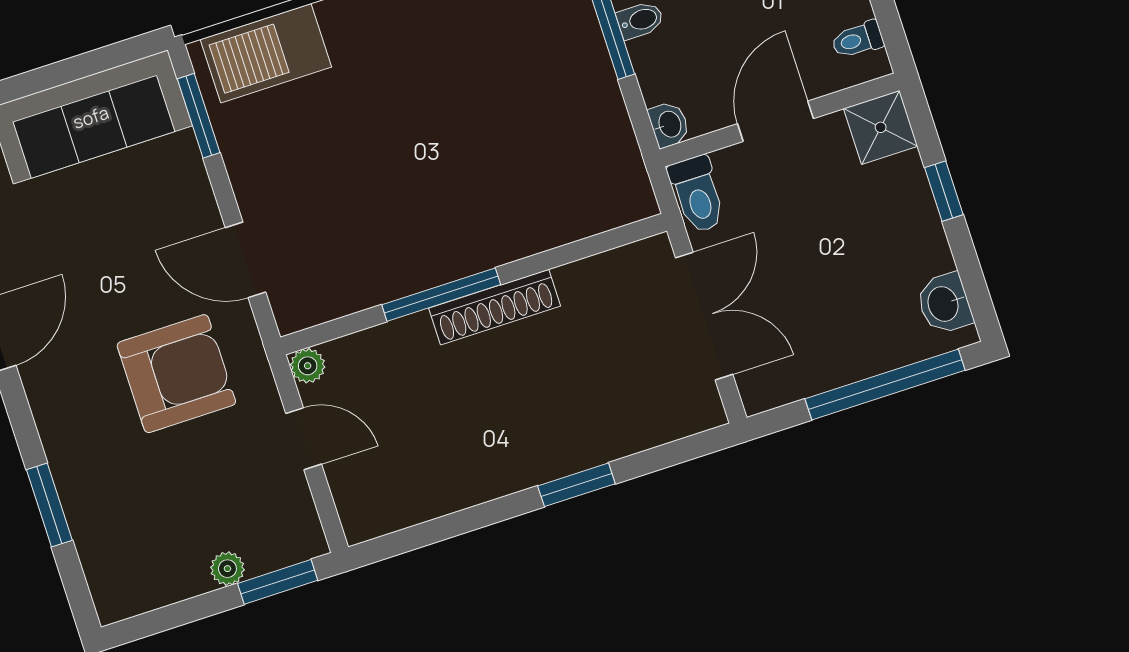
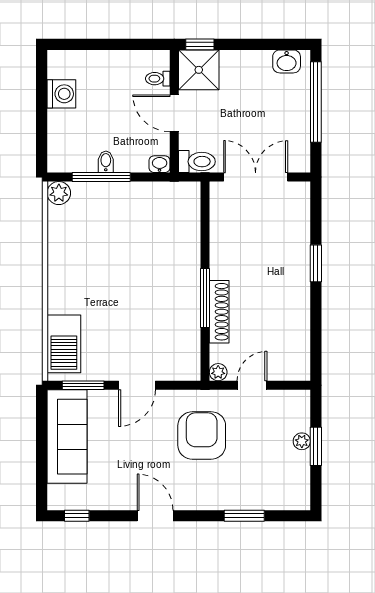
toilet: (857, 40) -> (158, 79), moved, turned 90
shower: (881, 127) -> (199, 70), width x1.36, depth x1.36
window: (944, 191) -> (200, 44), moved
door: (246, 260) -> (137, 385), moved
shoe rack: (495, 307) -> (219, 312), moved
window: (278, 582) -> (316, 446), moved

